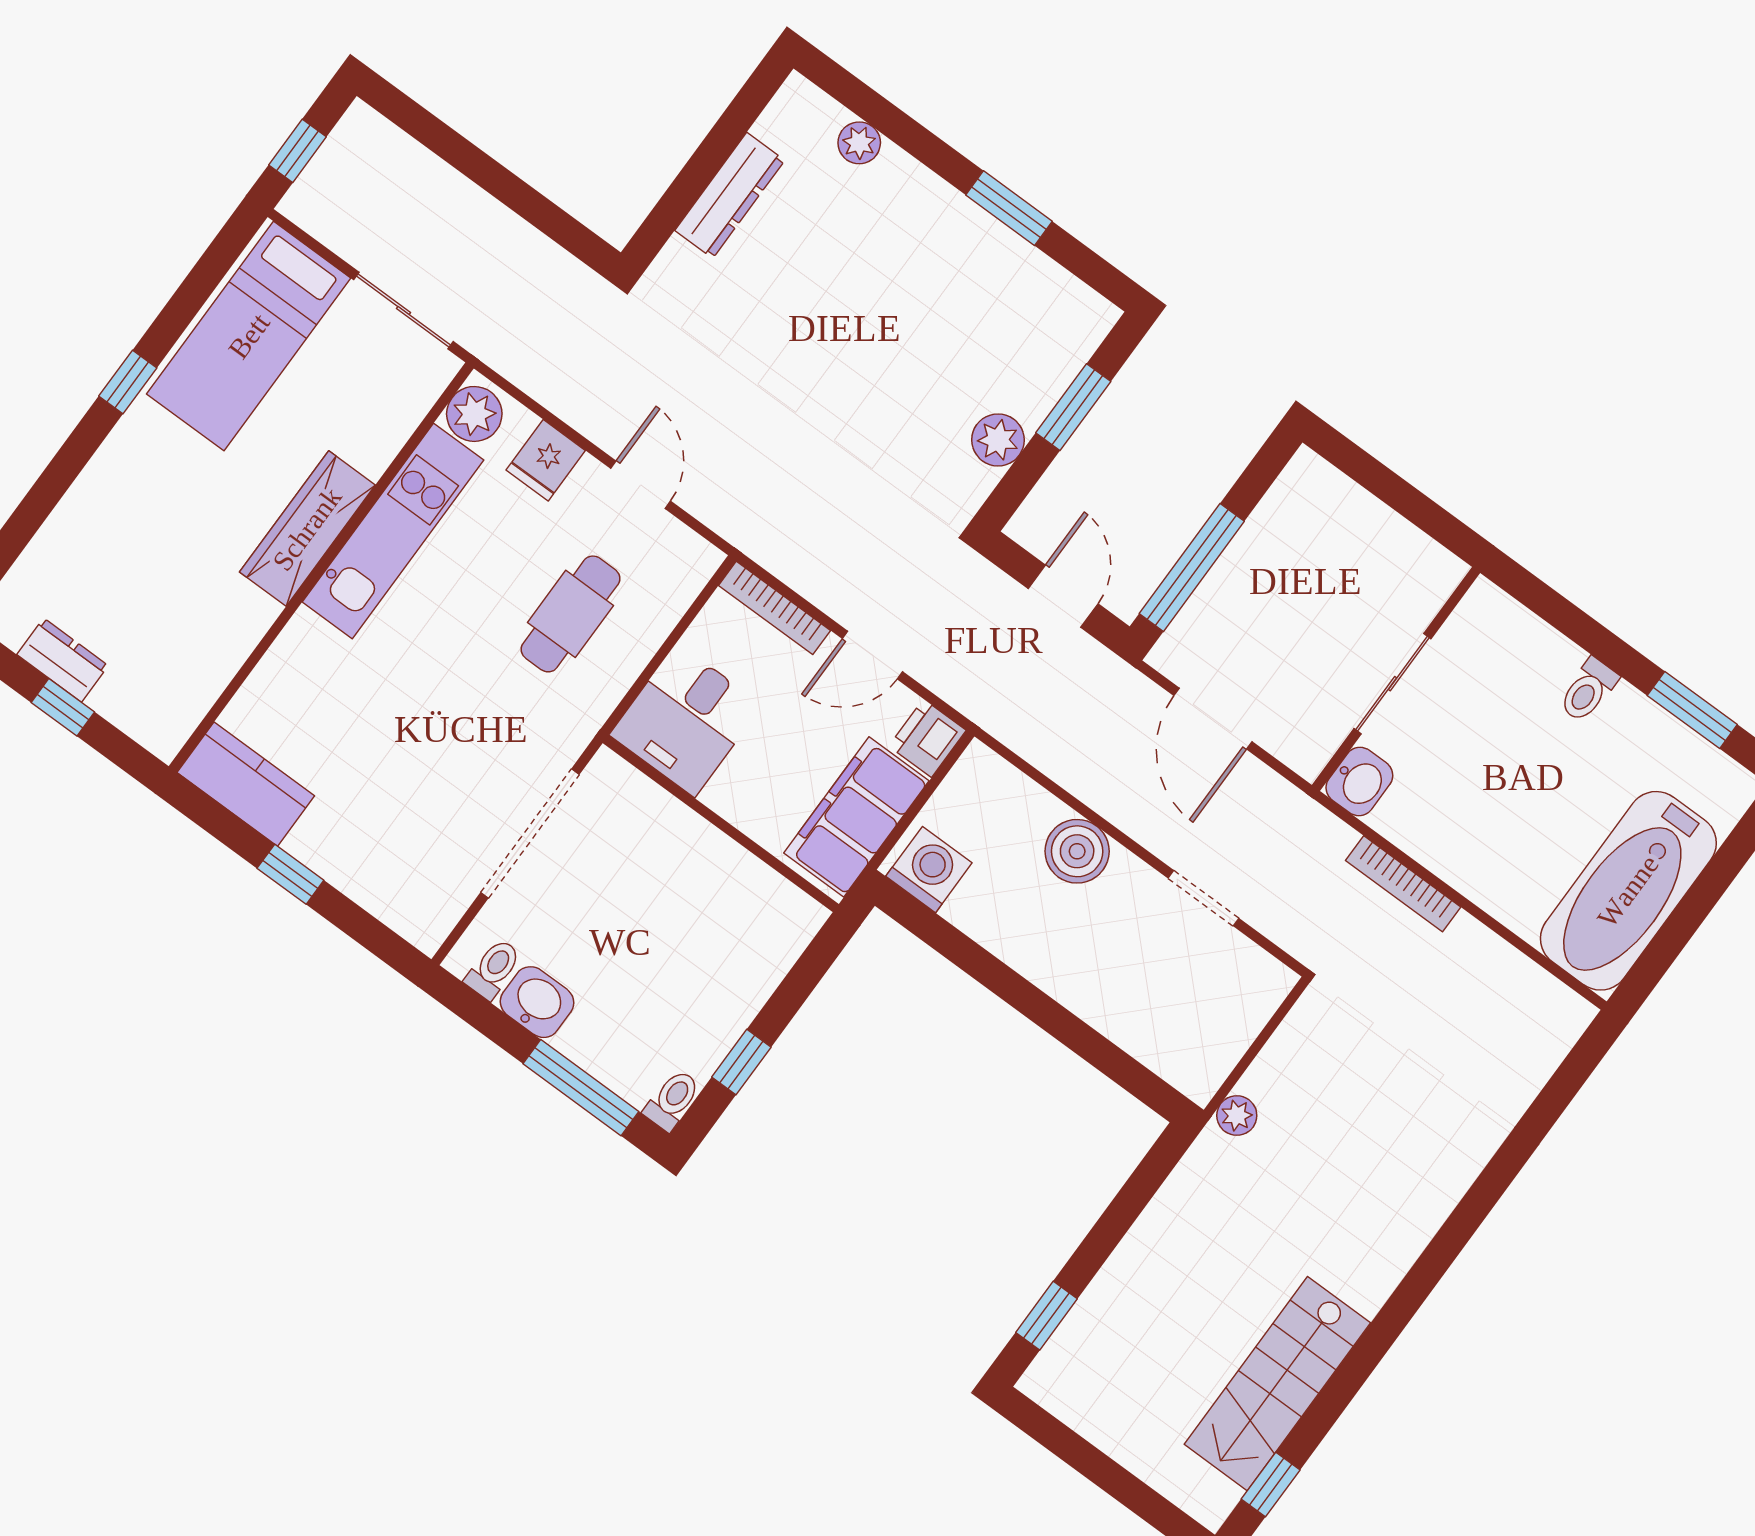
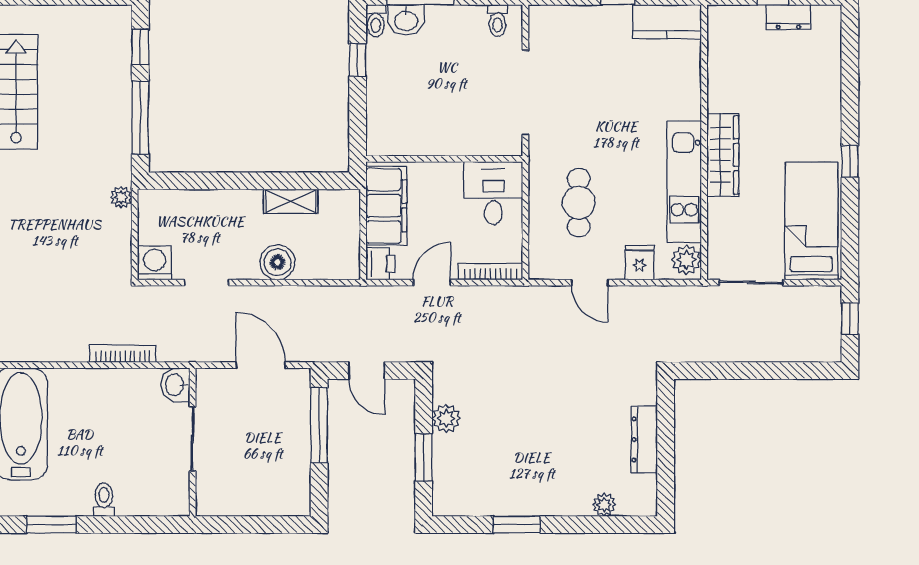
washing machine: (929, 870) -> (154, 263), moved, turned 180
shelving: (992, 927) -> (291, 201), added
washbasin: (537, 1002) -> (406, 20), moved
window: (1123, 1212) -> (140, 118), added

